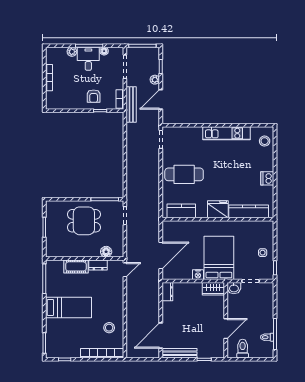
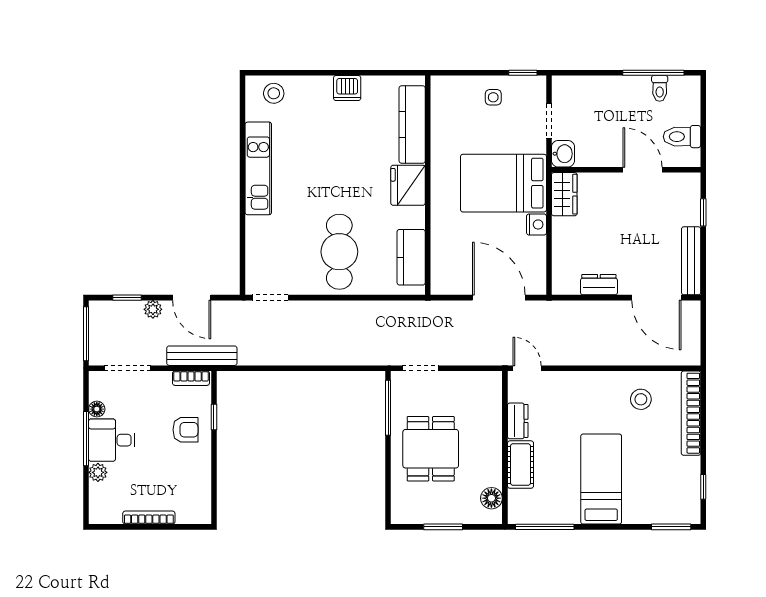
floor lamp: (106, 252) -> (491, 498), moved
dresser: (167, 292) -> (599, 285), moved

